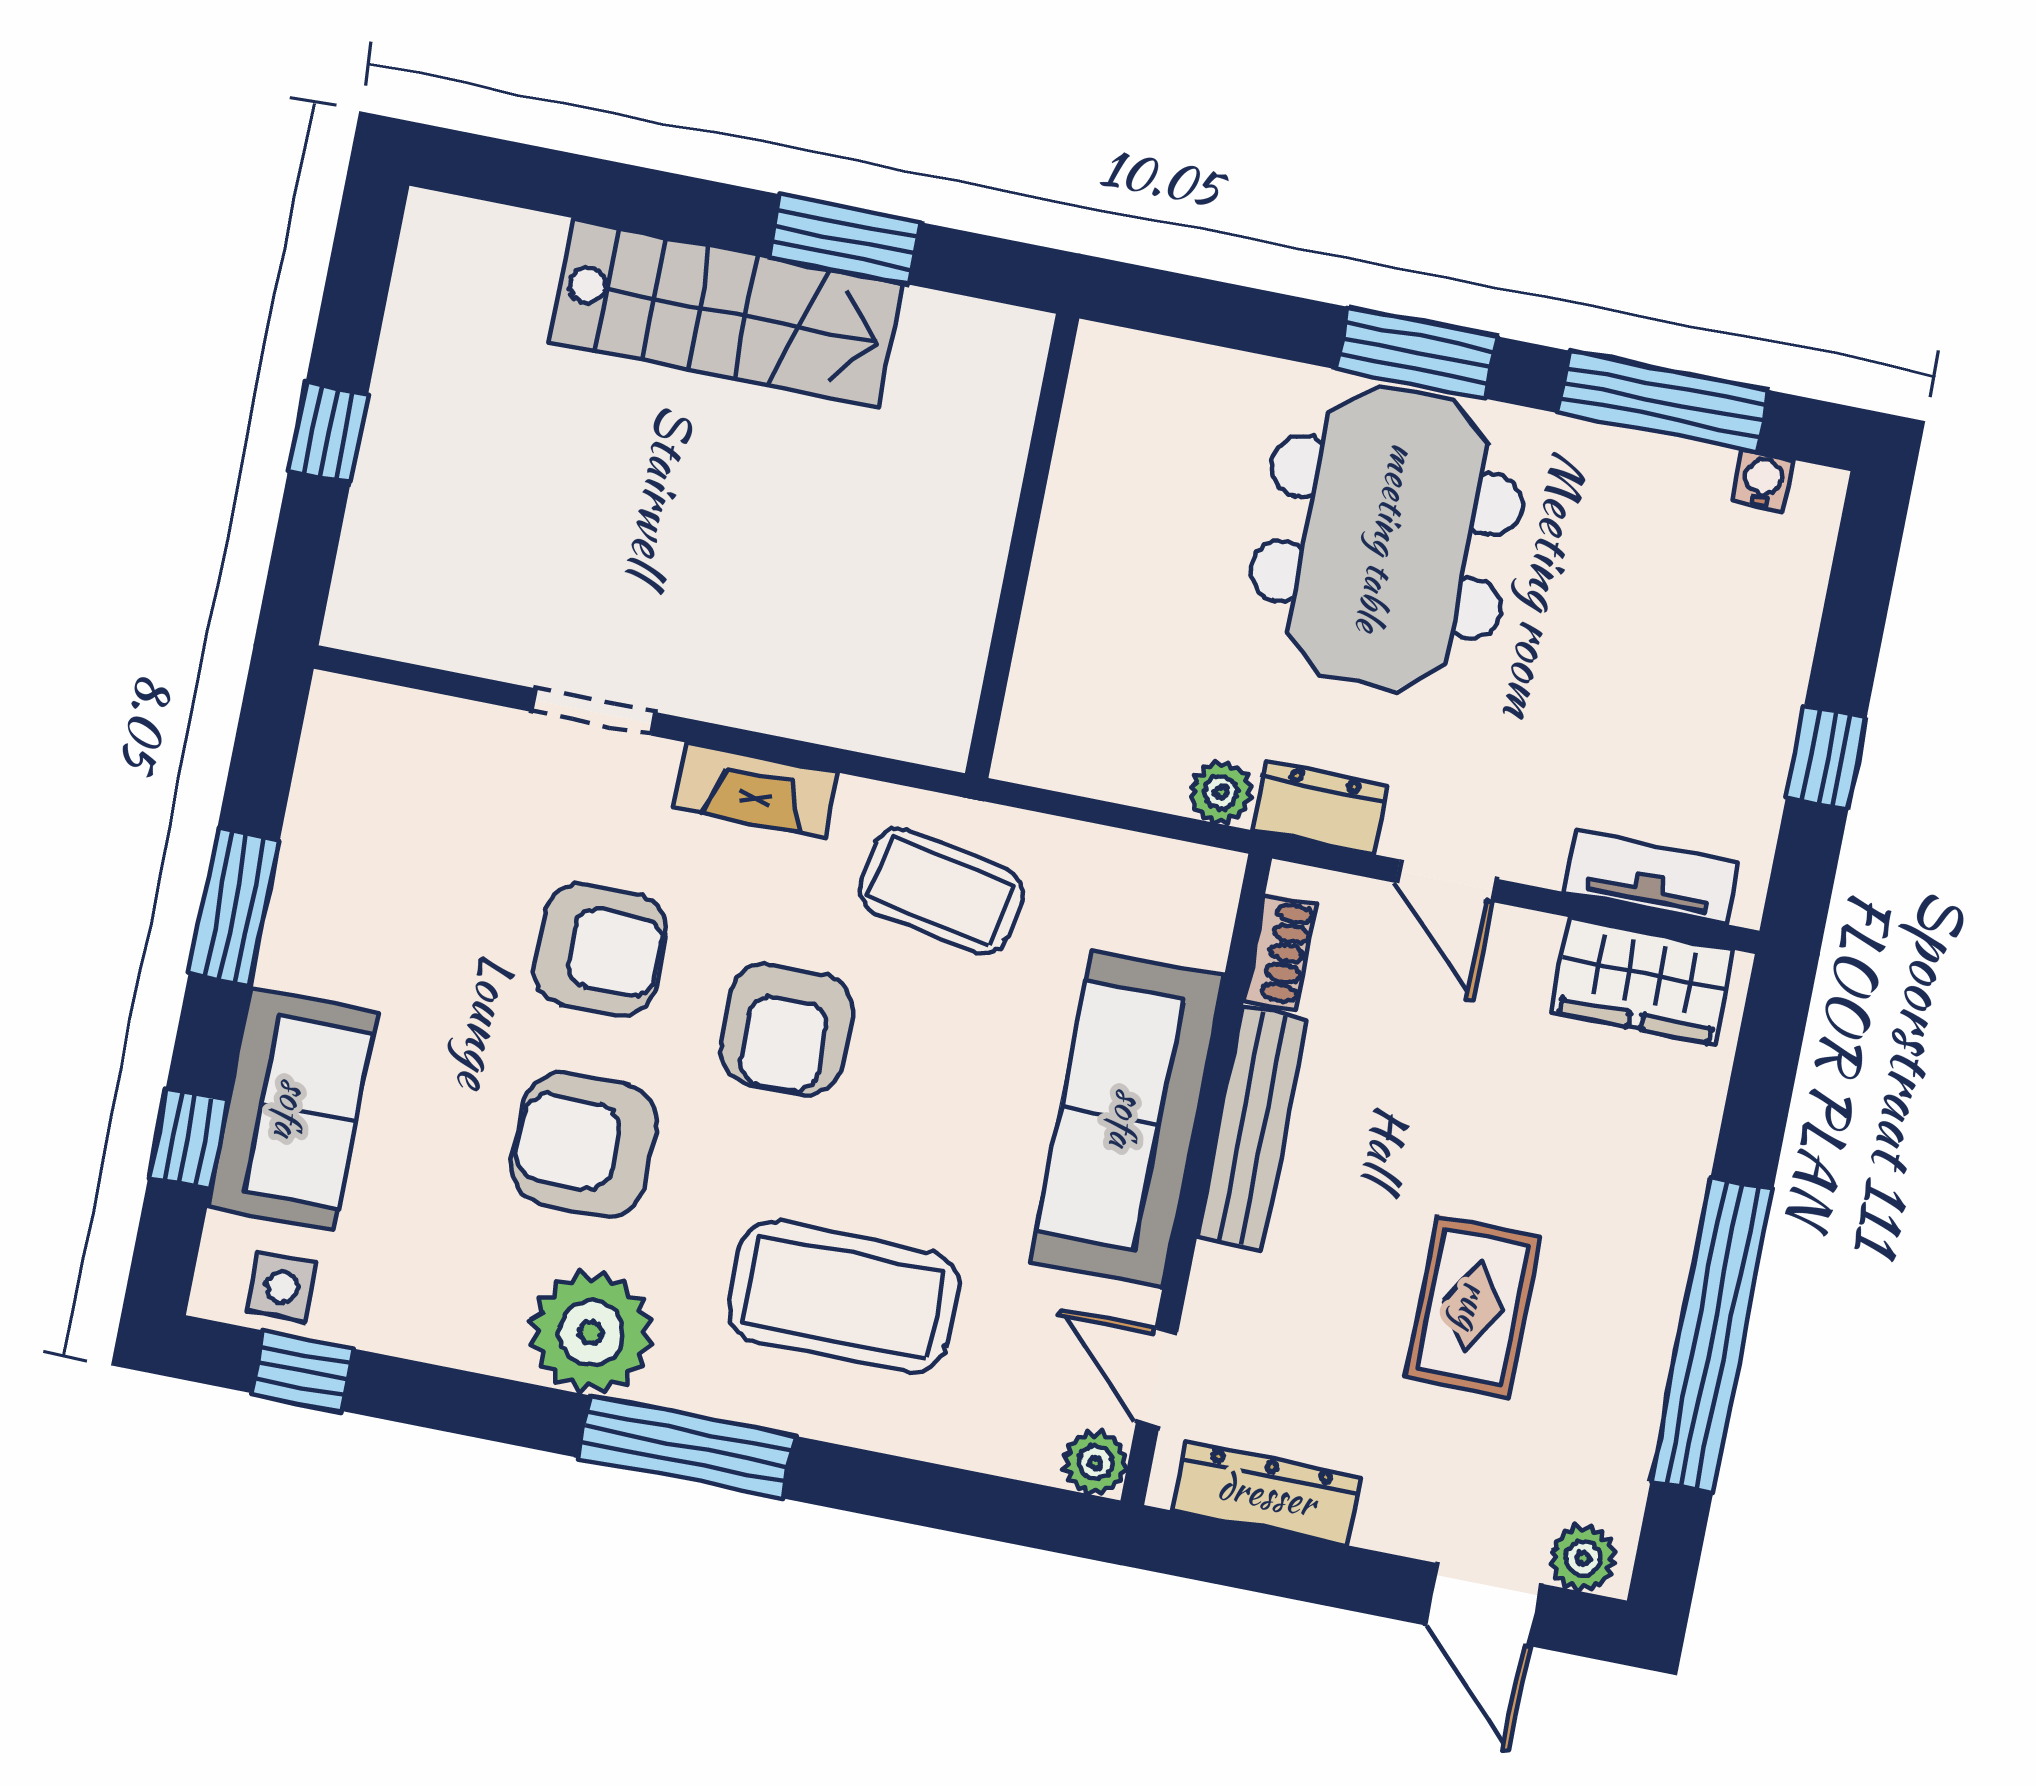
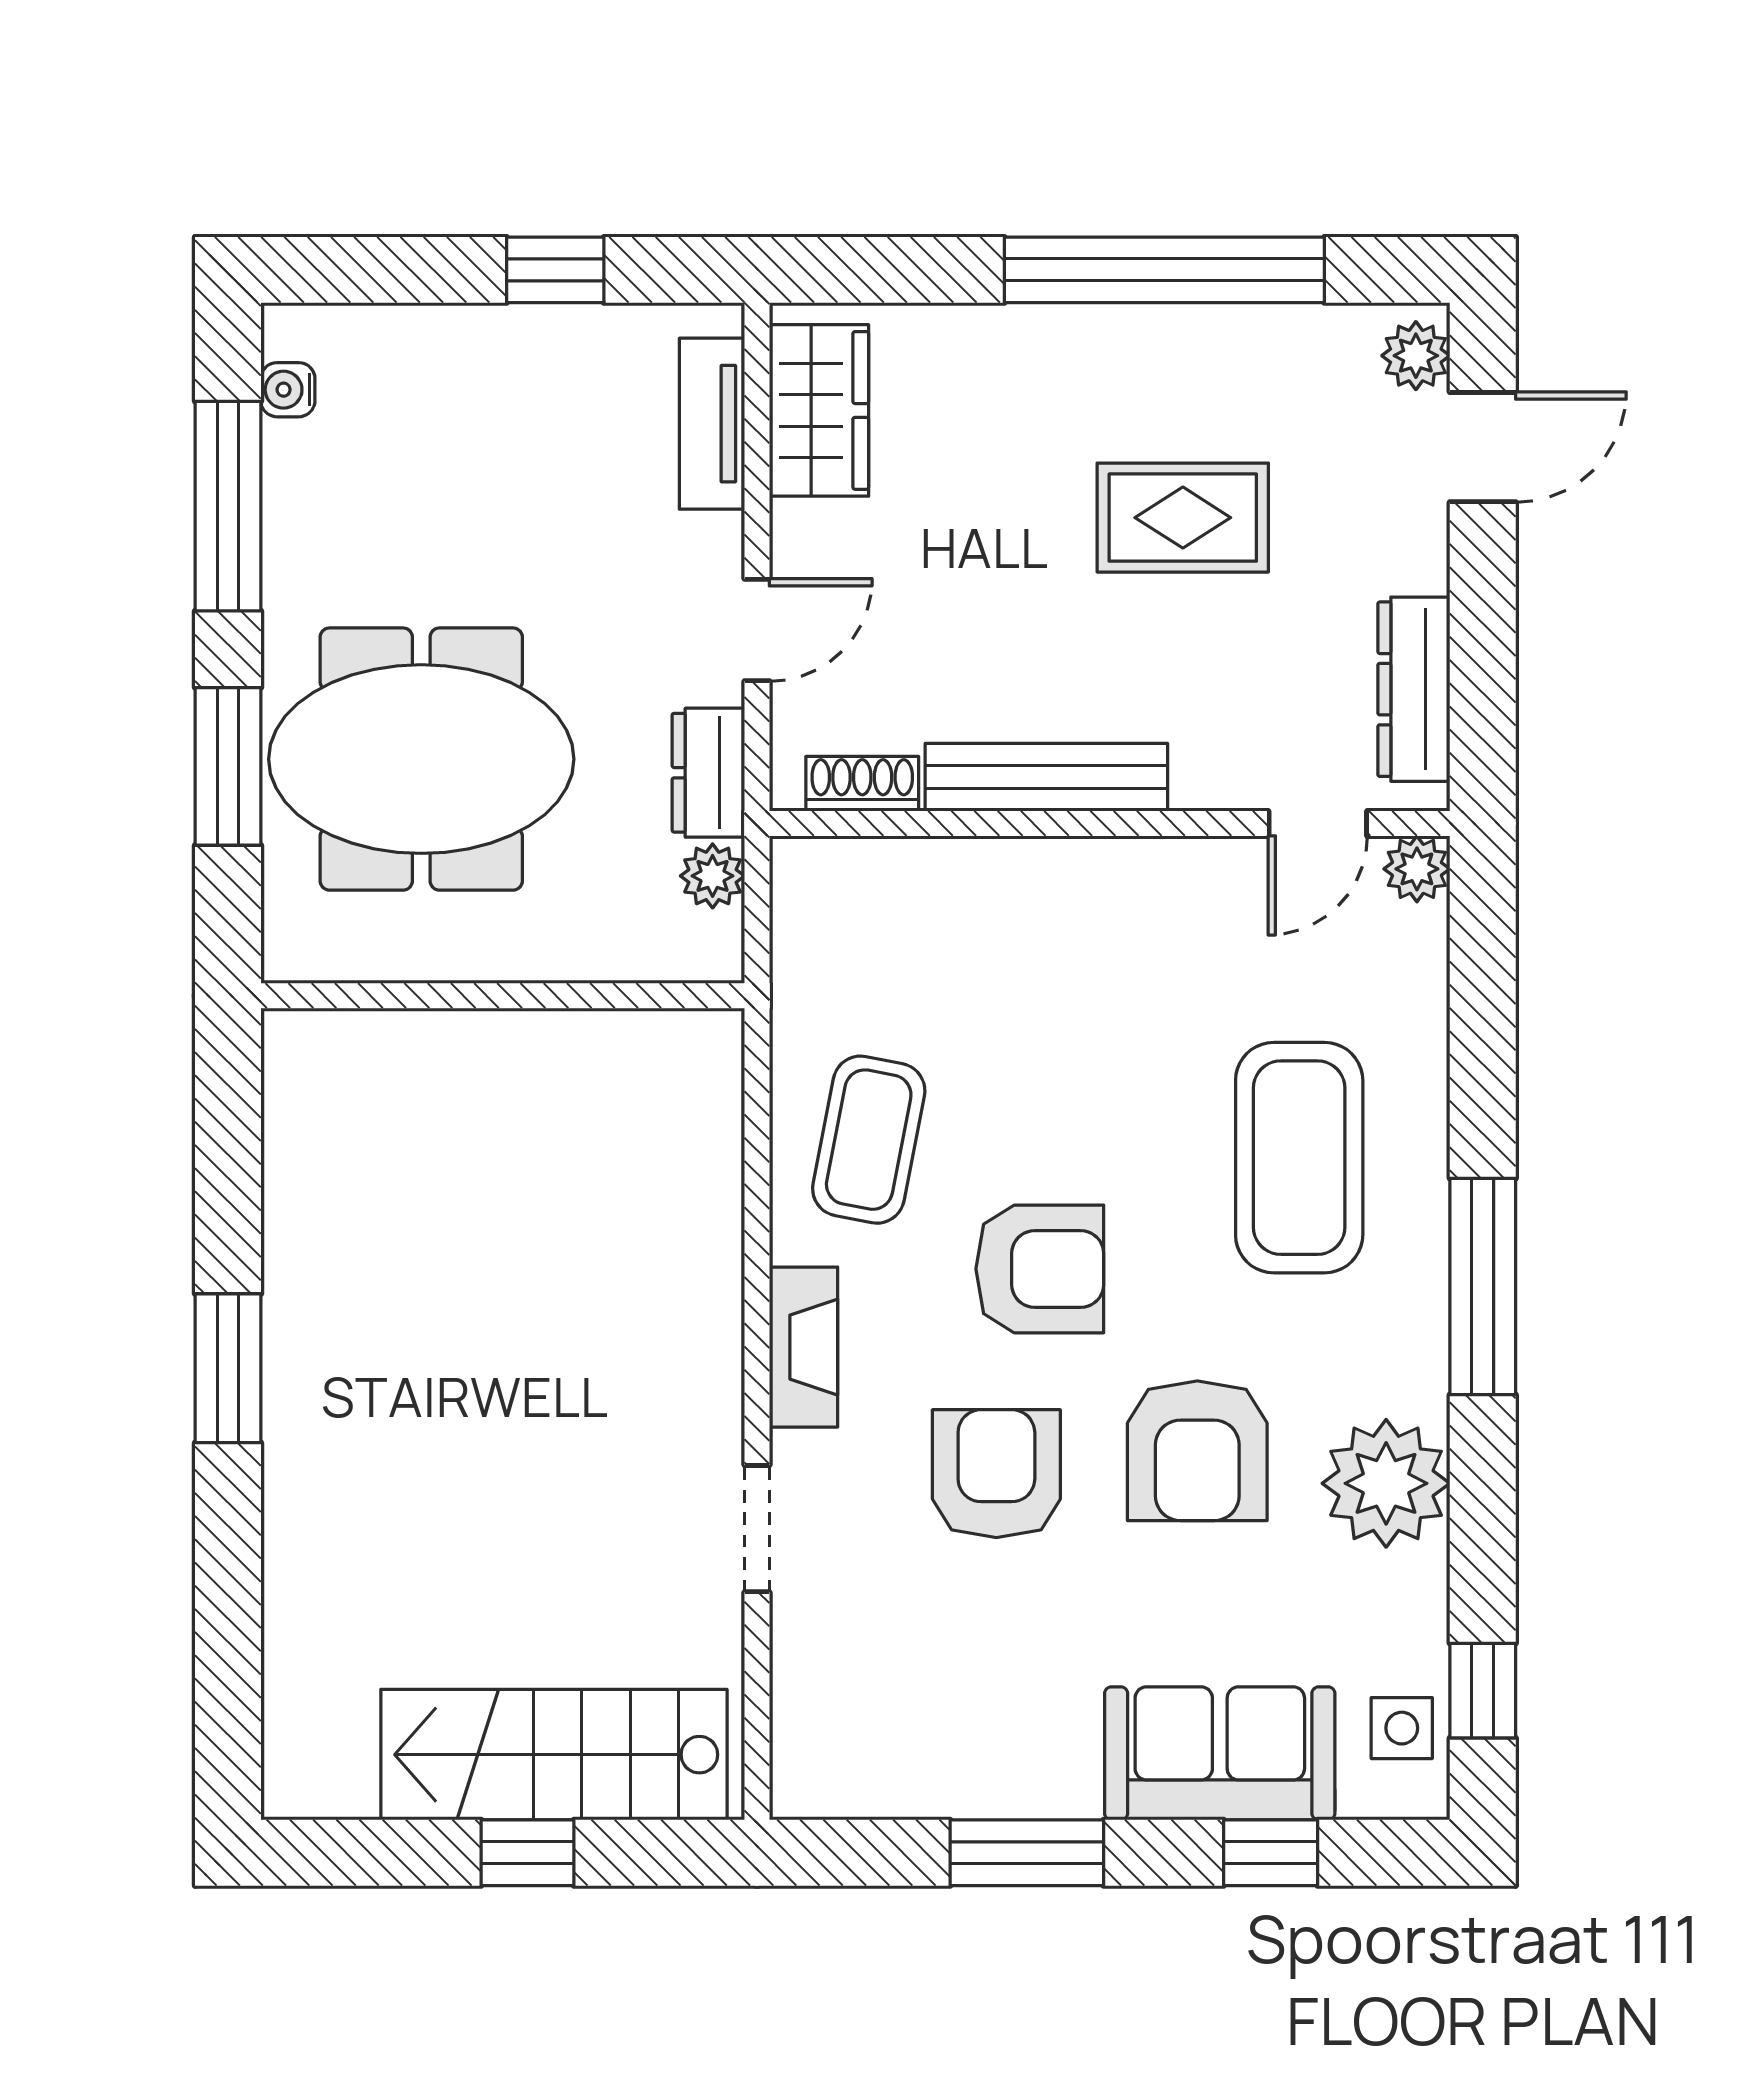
stairs: (726, 313) -> (554, 1755), moved, turned -90
wall: (1022, 546) -> (503, 996), moved
sofa: (1127, 1119) -> (1062, 906), removed
plant: (591, 1332) -> (1386, 1483), moved

